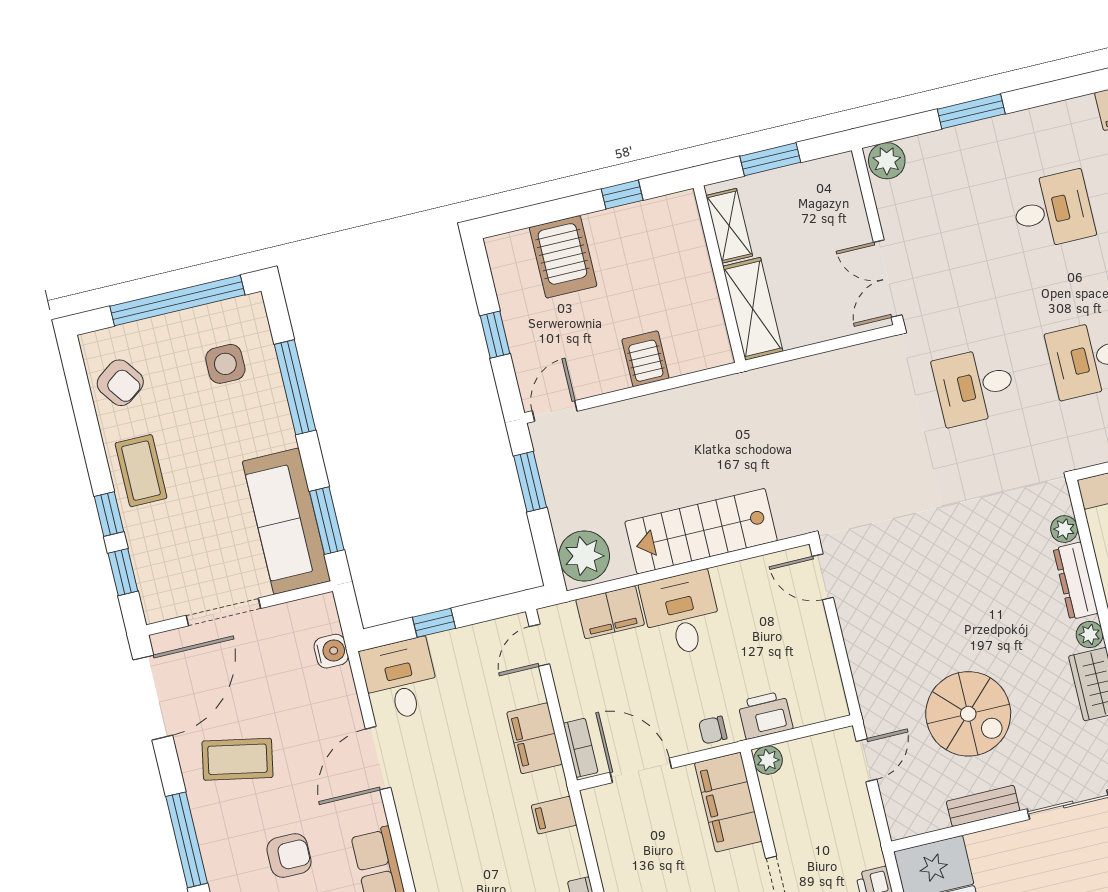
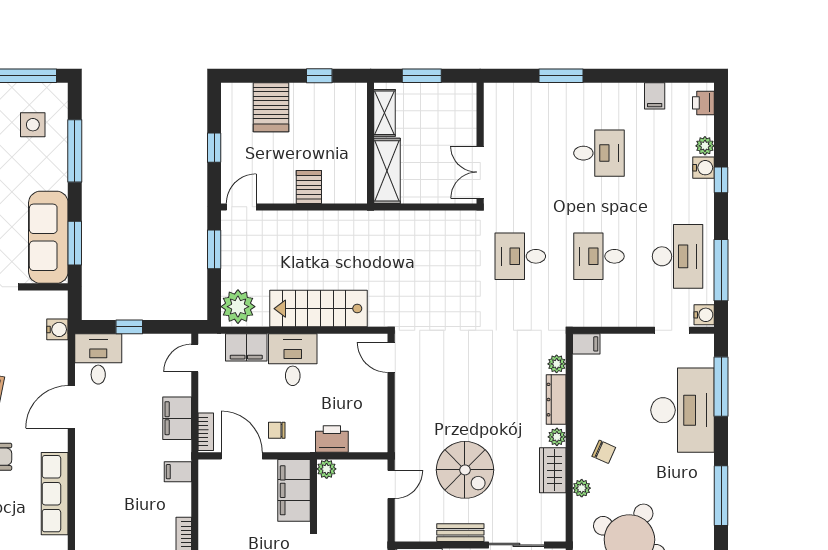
plant: (887, 161) -> (498, 95), removed
chair: (713, 730) -> (277, 430), moved

